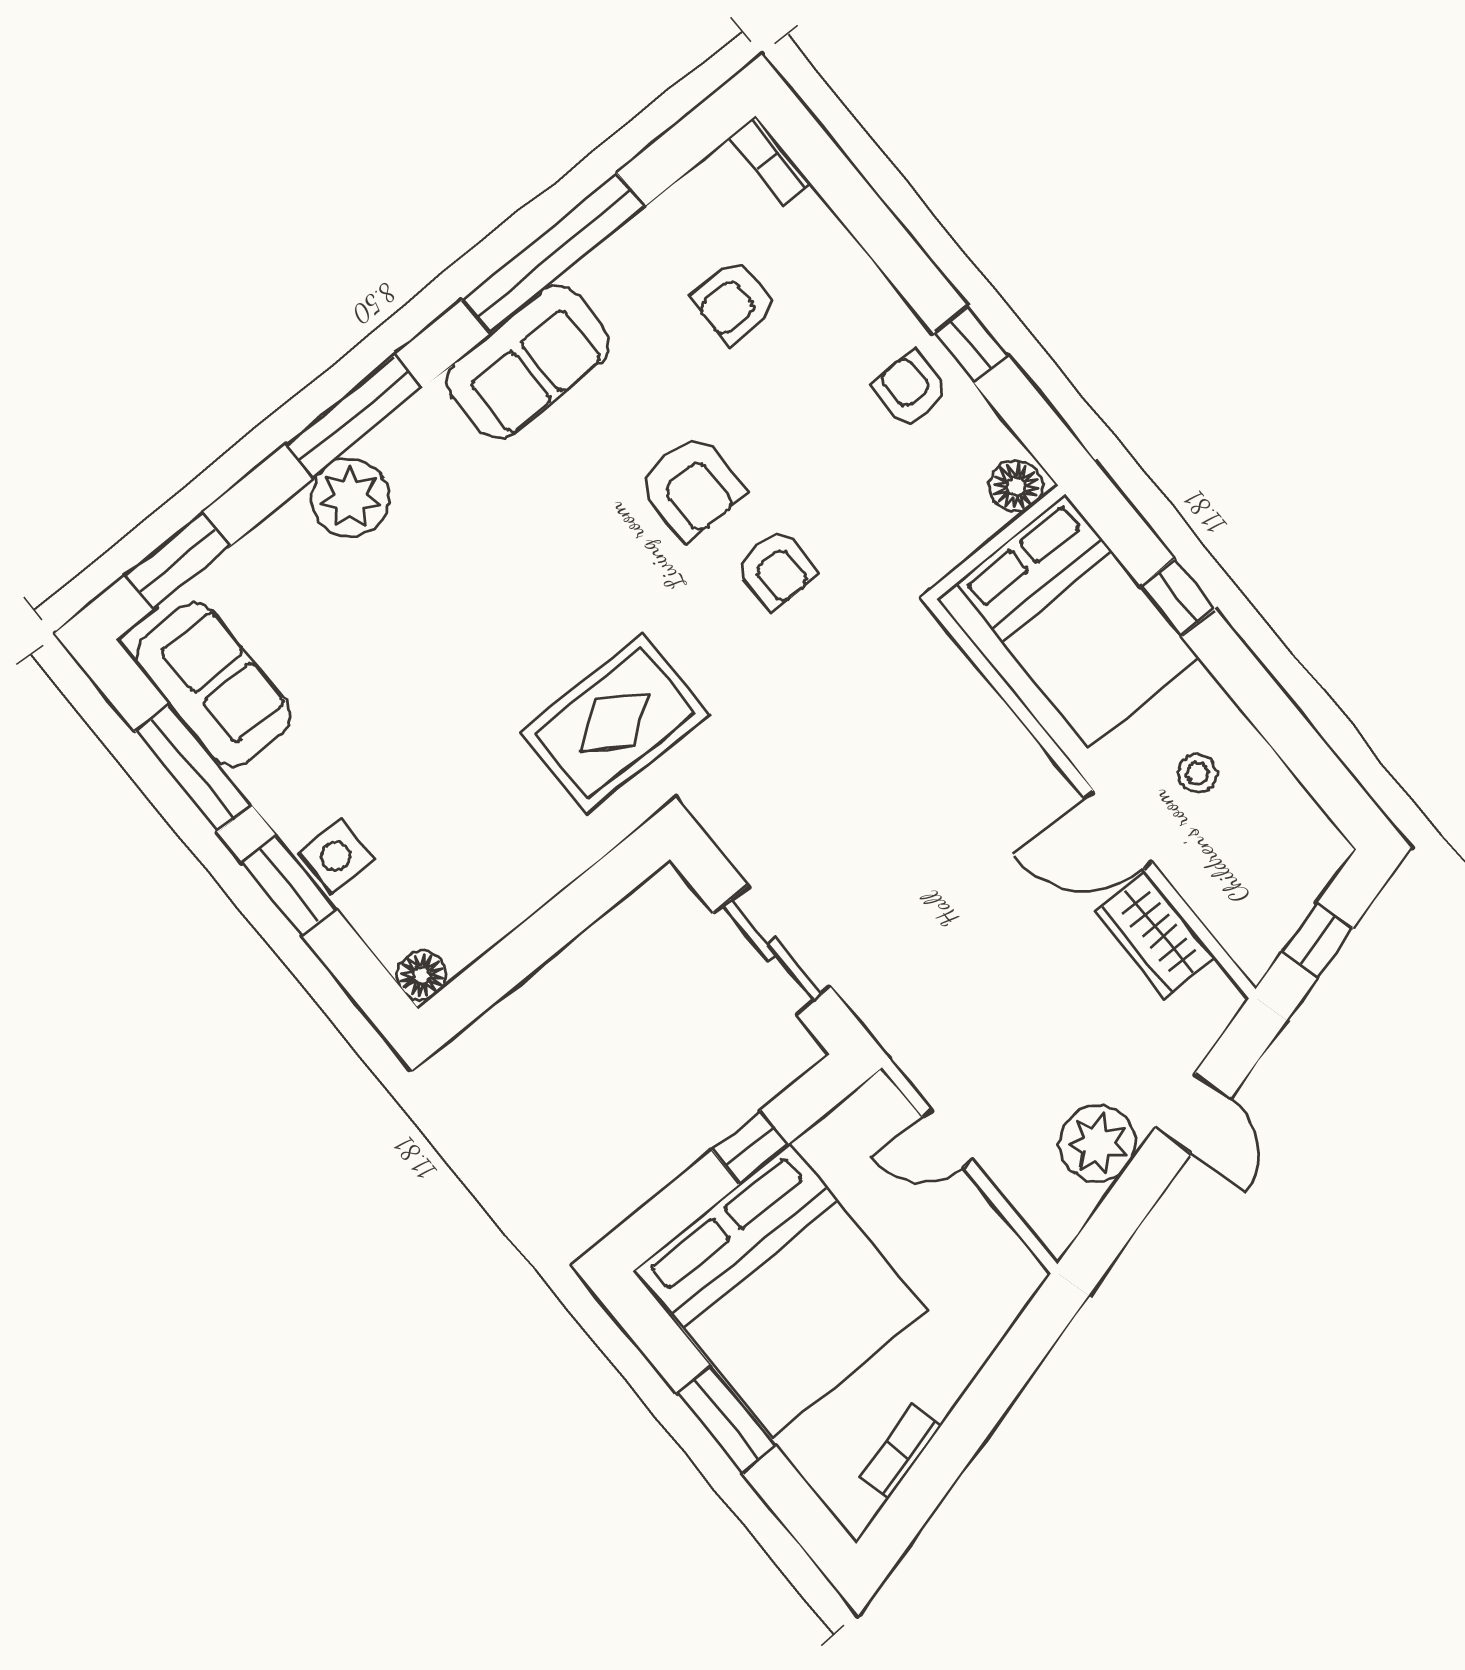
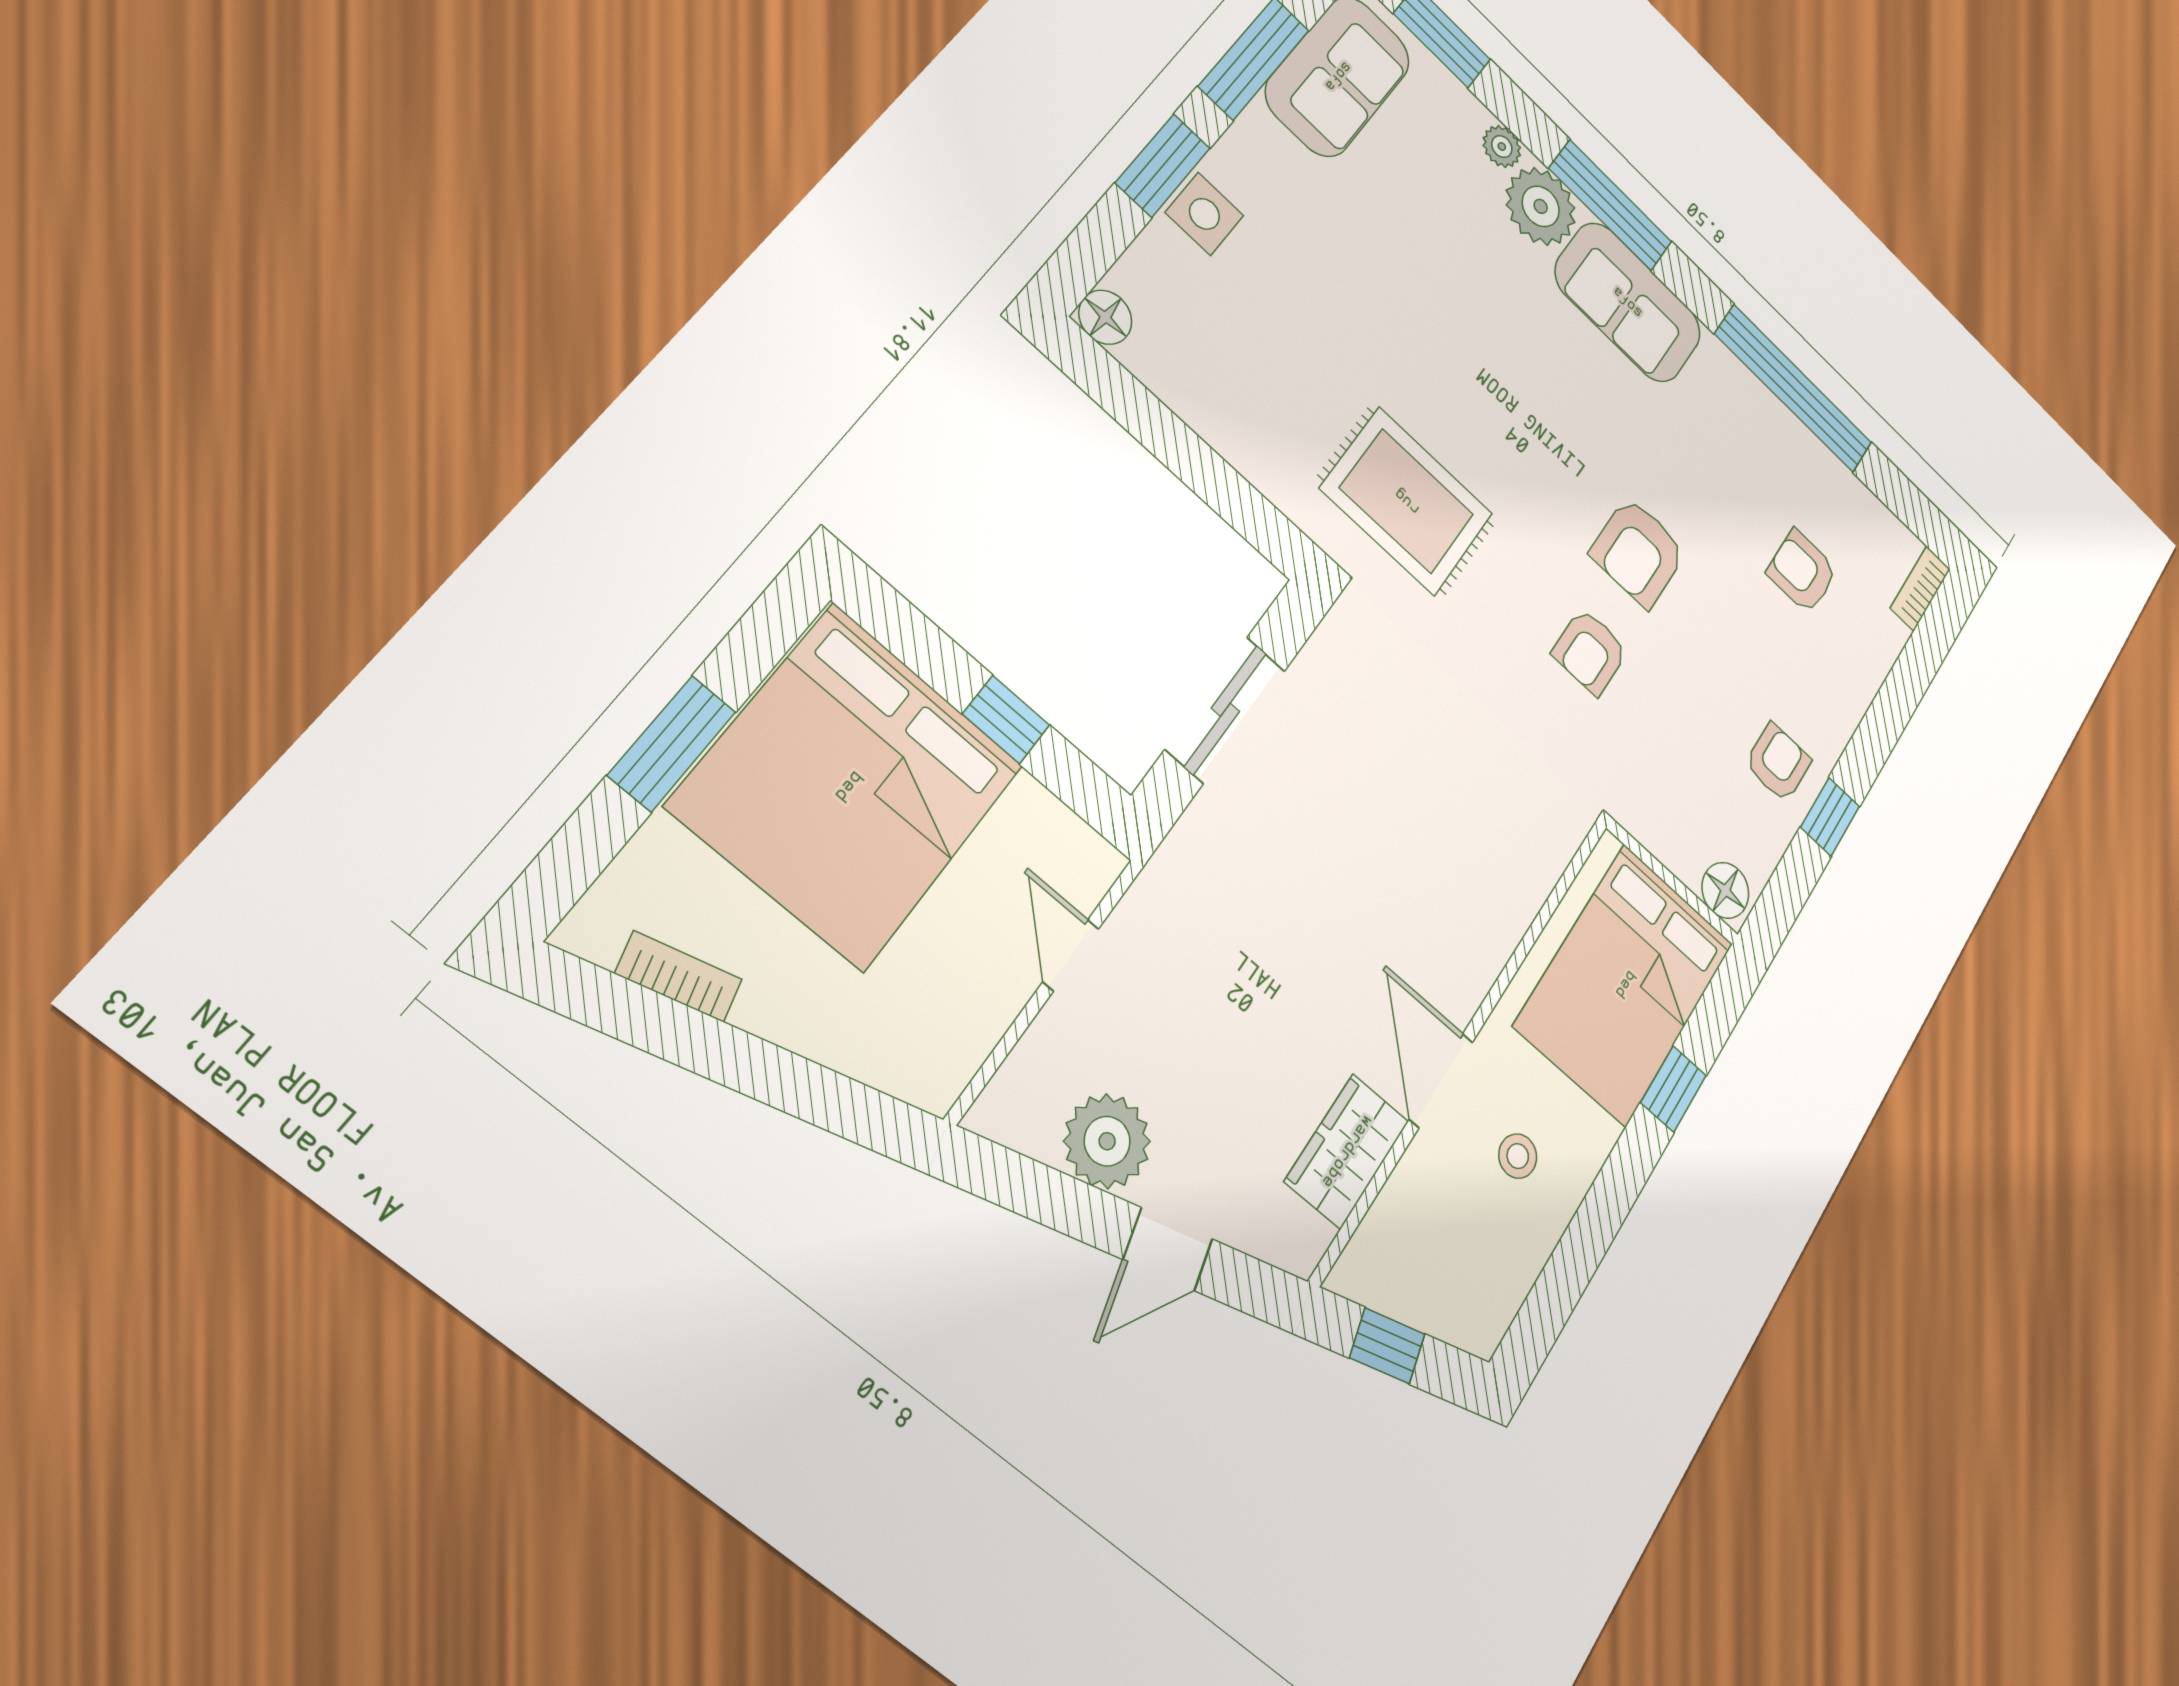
sofa: (528, 362) -> (1628, 302), moved
plant: (289, 525) -> (1502, 147), added

